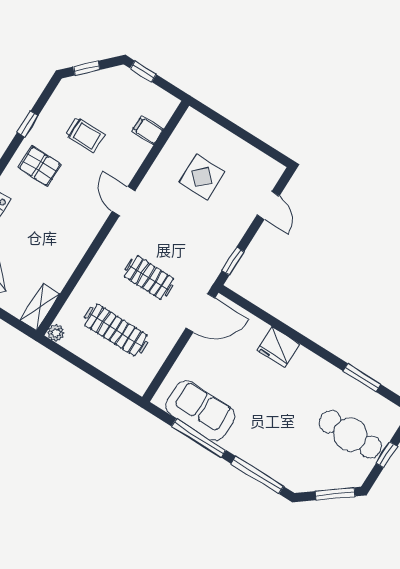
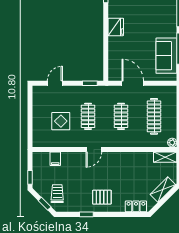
trolley: (85, 135) -> (57, 194), moved
pallet: (40, 166) -> (102, 197), turned 90
clothes rail: (182, 225) -> (88, 116), added
door: (200, 313) -> (133, 83), moved
fridge: (278, 347) -> (116, 27), moved

